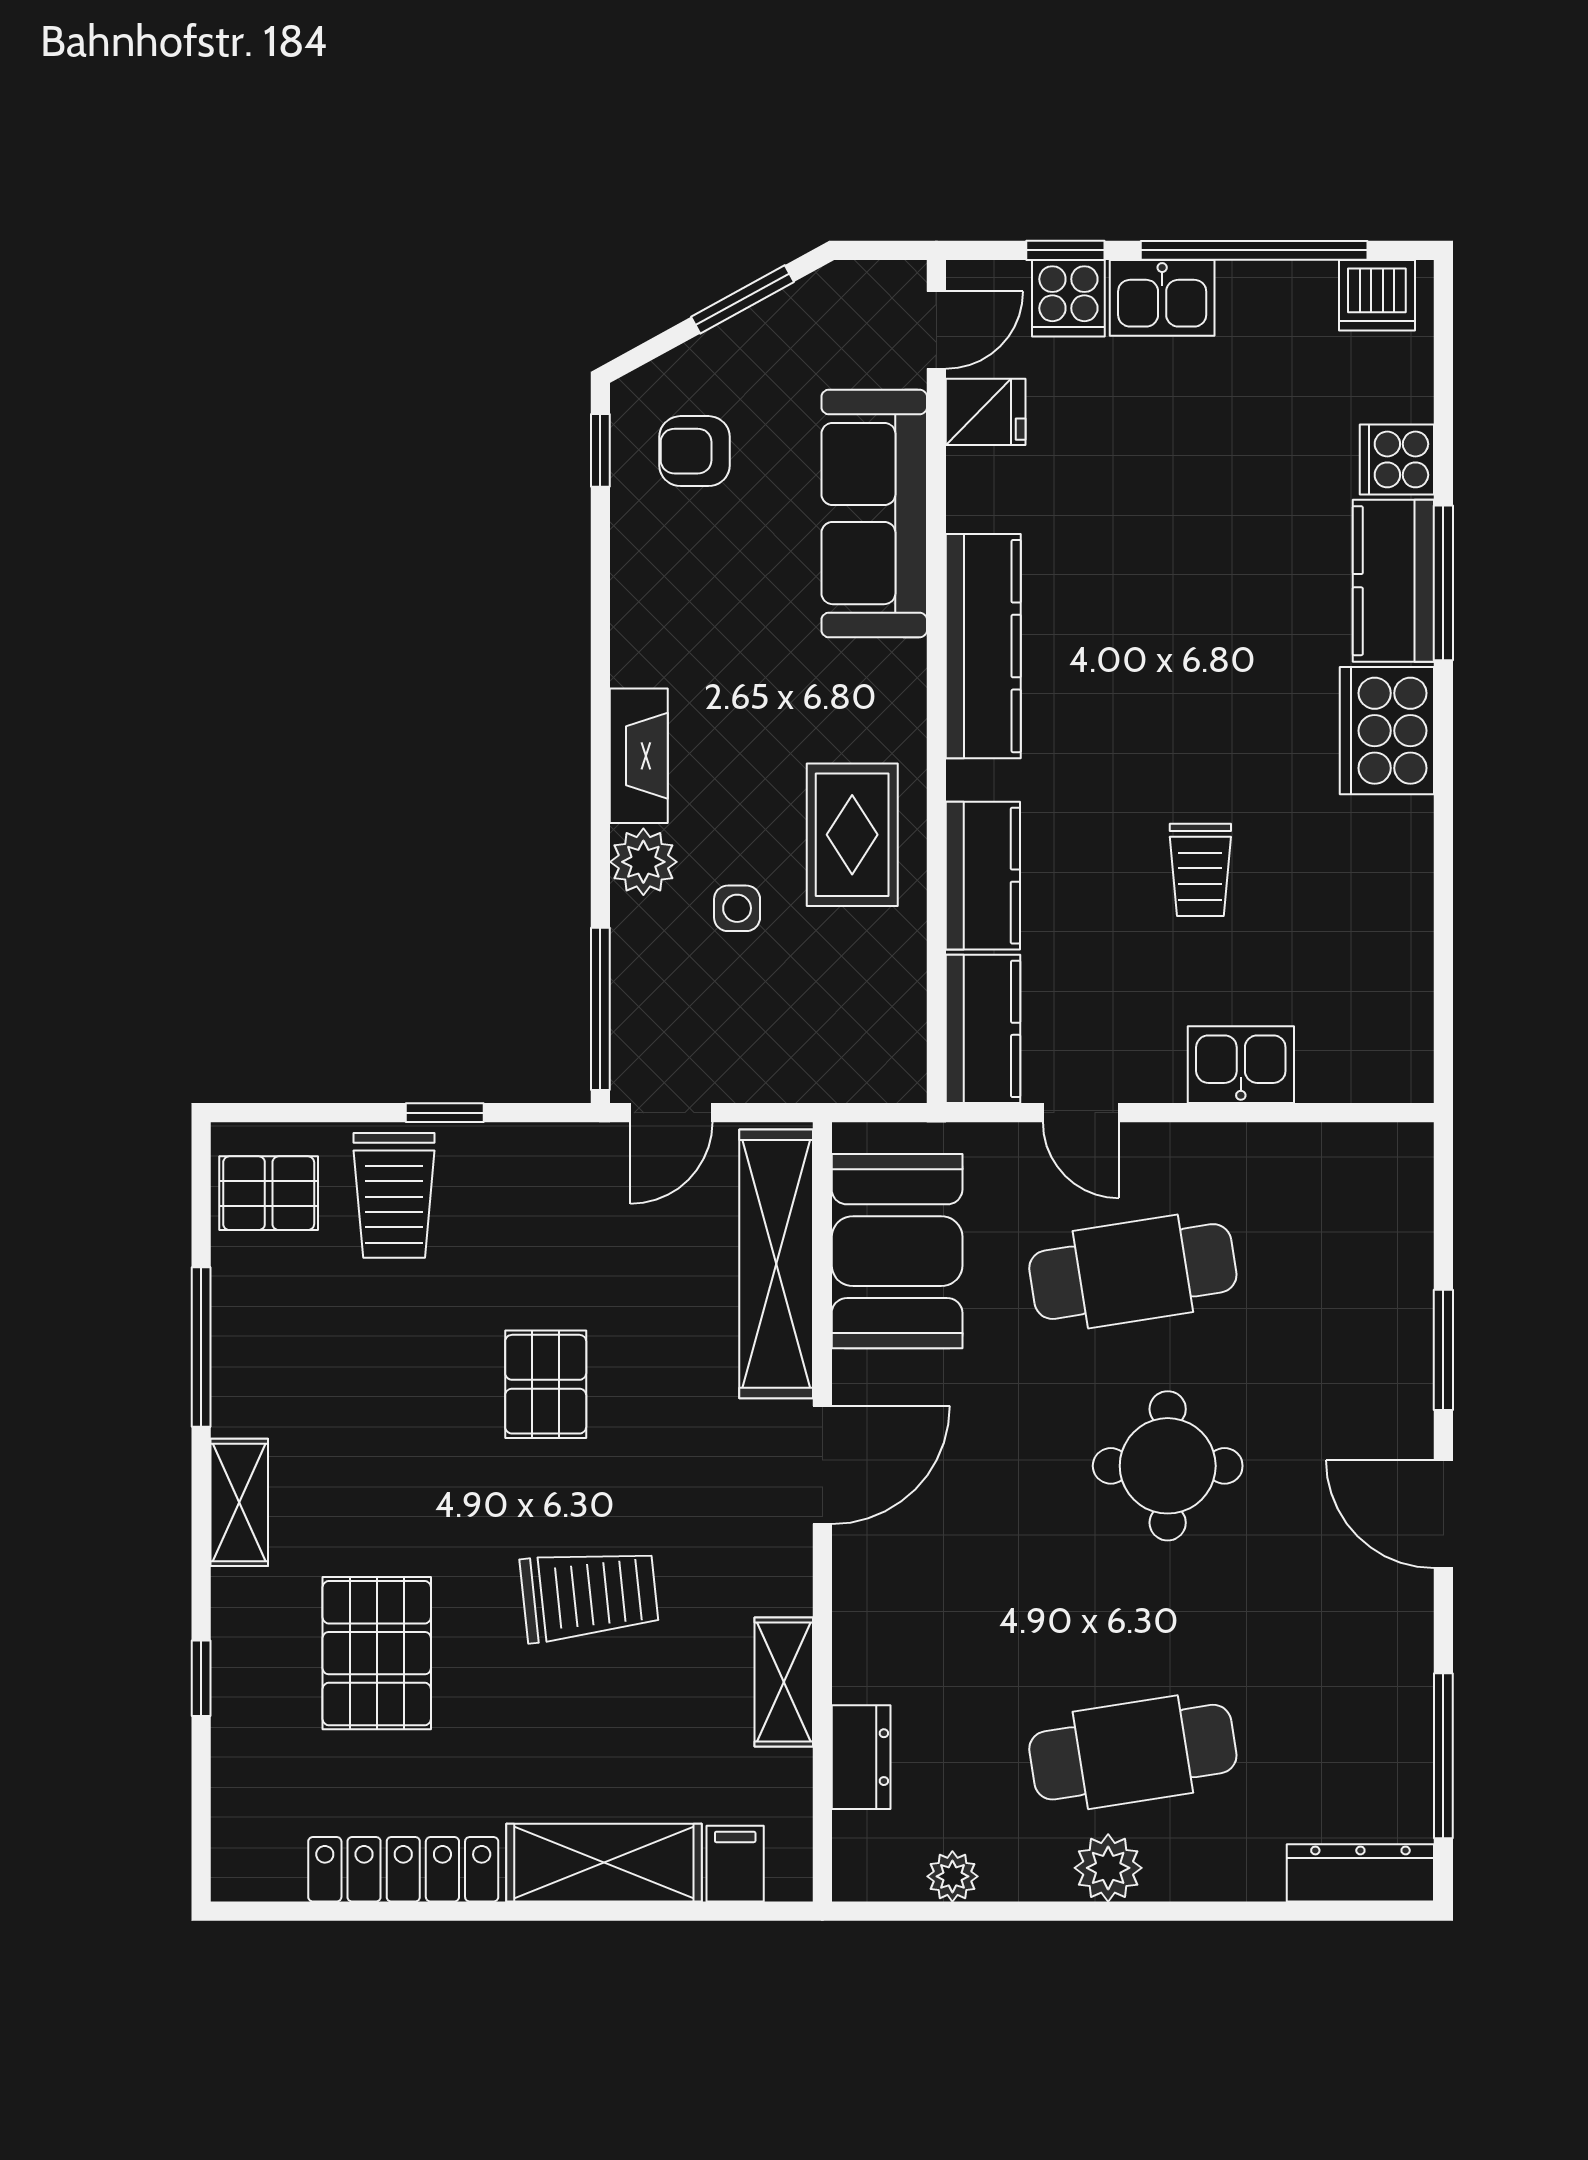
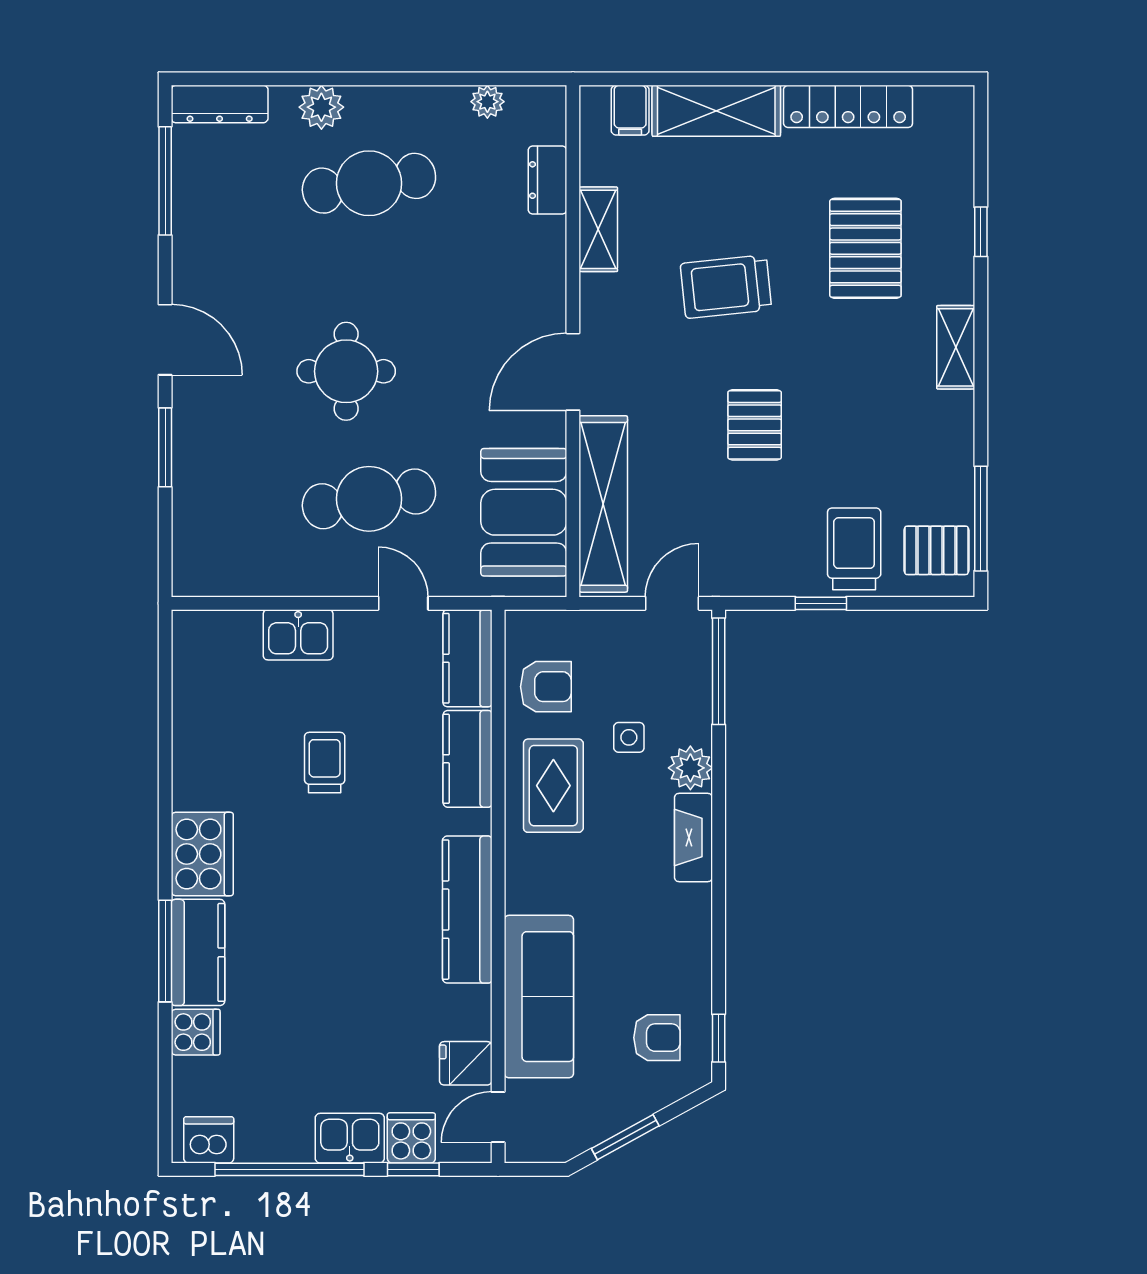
armchair: (864, 986) -> (546, 687), added
window: (201, 1347) -> (981, 519), moved
plant: (1108, 1868) -> (321, 107), moved

